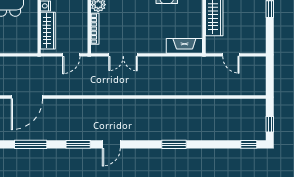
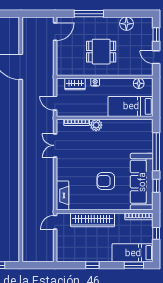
wardrobe: (48, 31) -> (75, 84), width x0.67
door: (231, 55) -> (55, 222), moved

